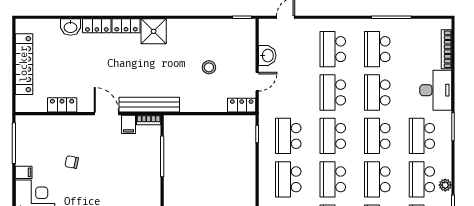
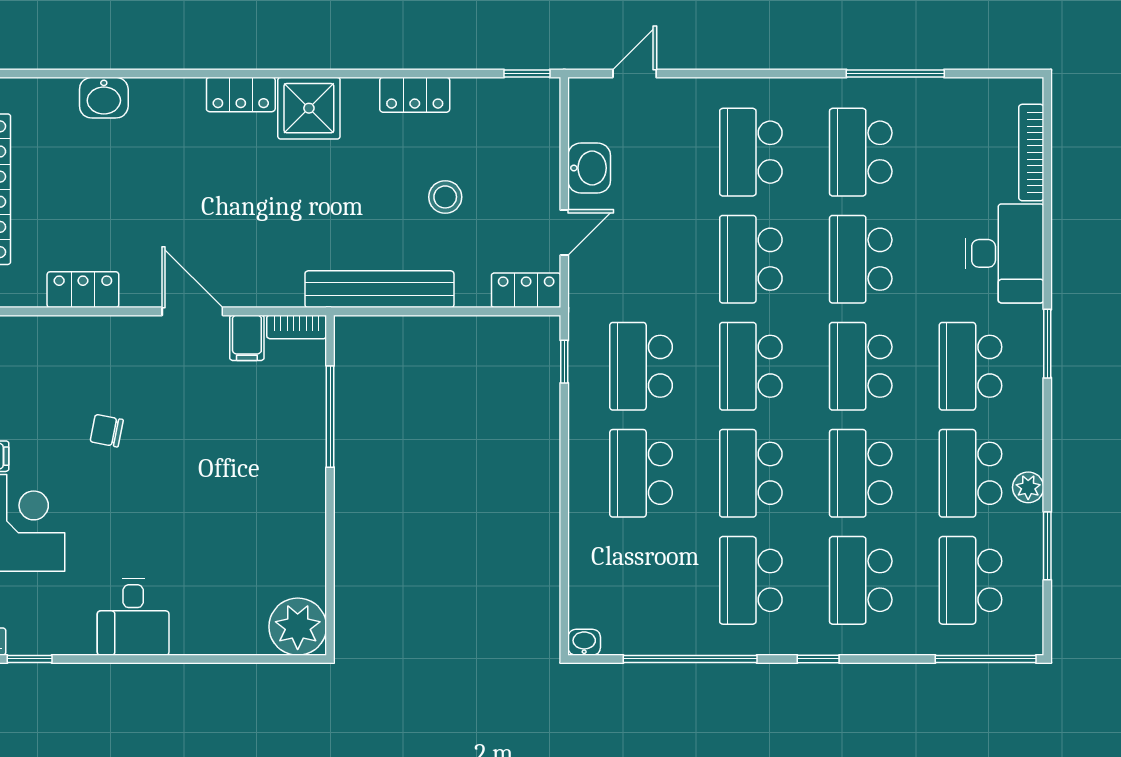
locker: (97, 26) -> (415, 95), moved
bench: (149, 105) -> (379, 289), moved

